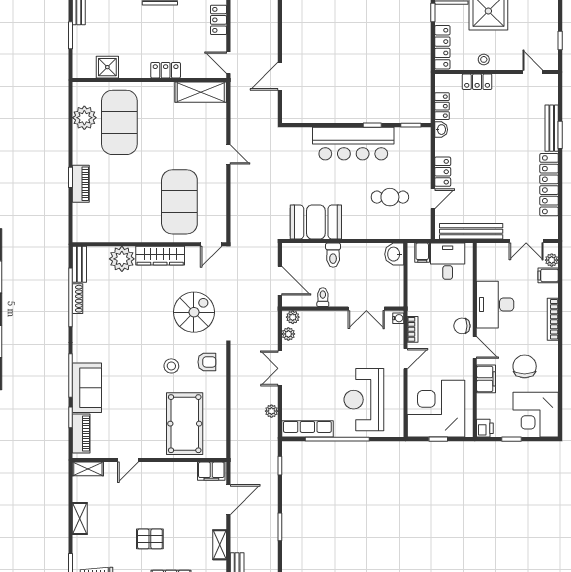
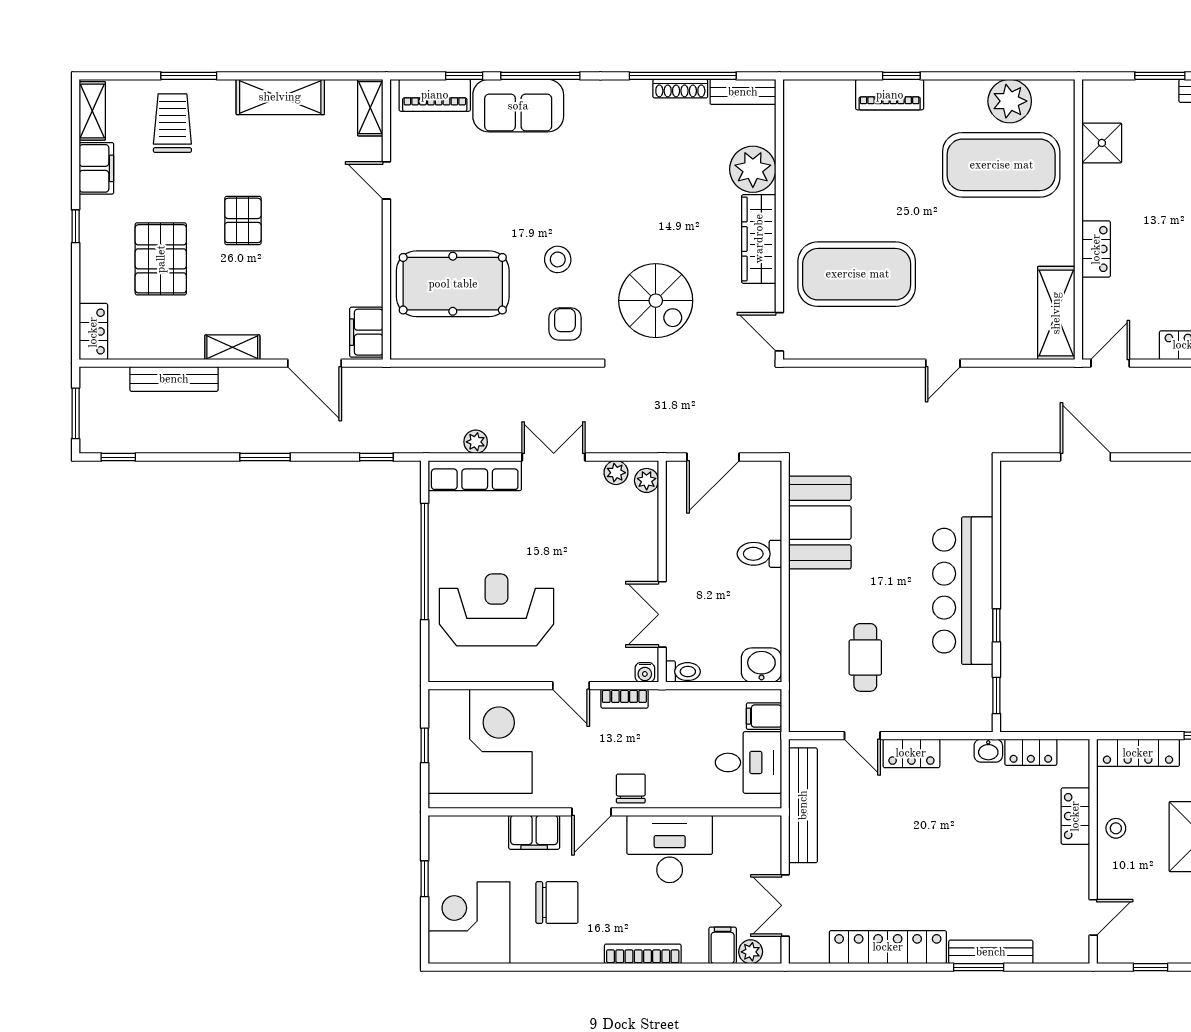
toilet: (323, 297) -> (683, 672), moved
armchair: (207, 362) -> (565, 324), turned 180
printer: (485, 428) -> (445, 830), removed
row of seats: (307, 429) -> (475, 476), moved, turned 90
shelving: (80, 518) -> (280, 97), width x1.50, depth x1.33

